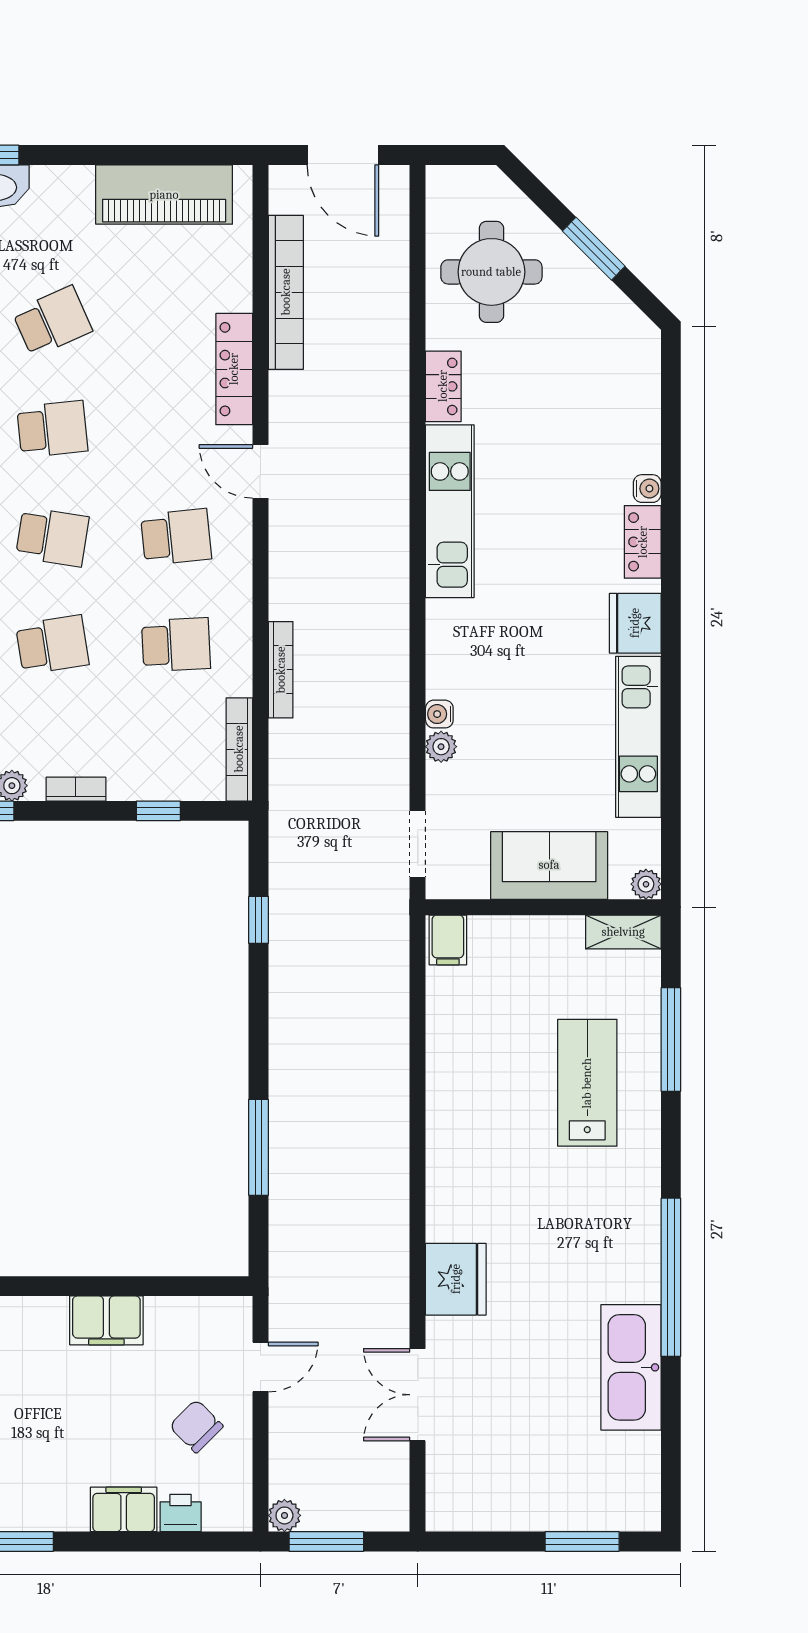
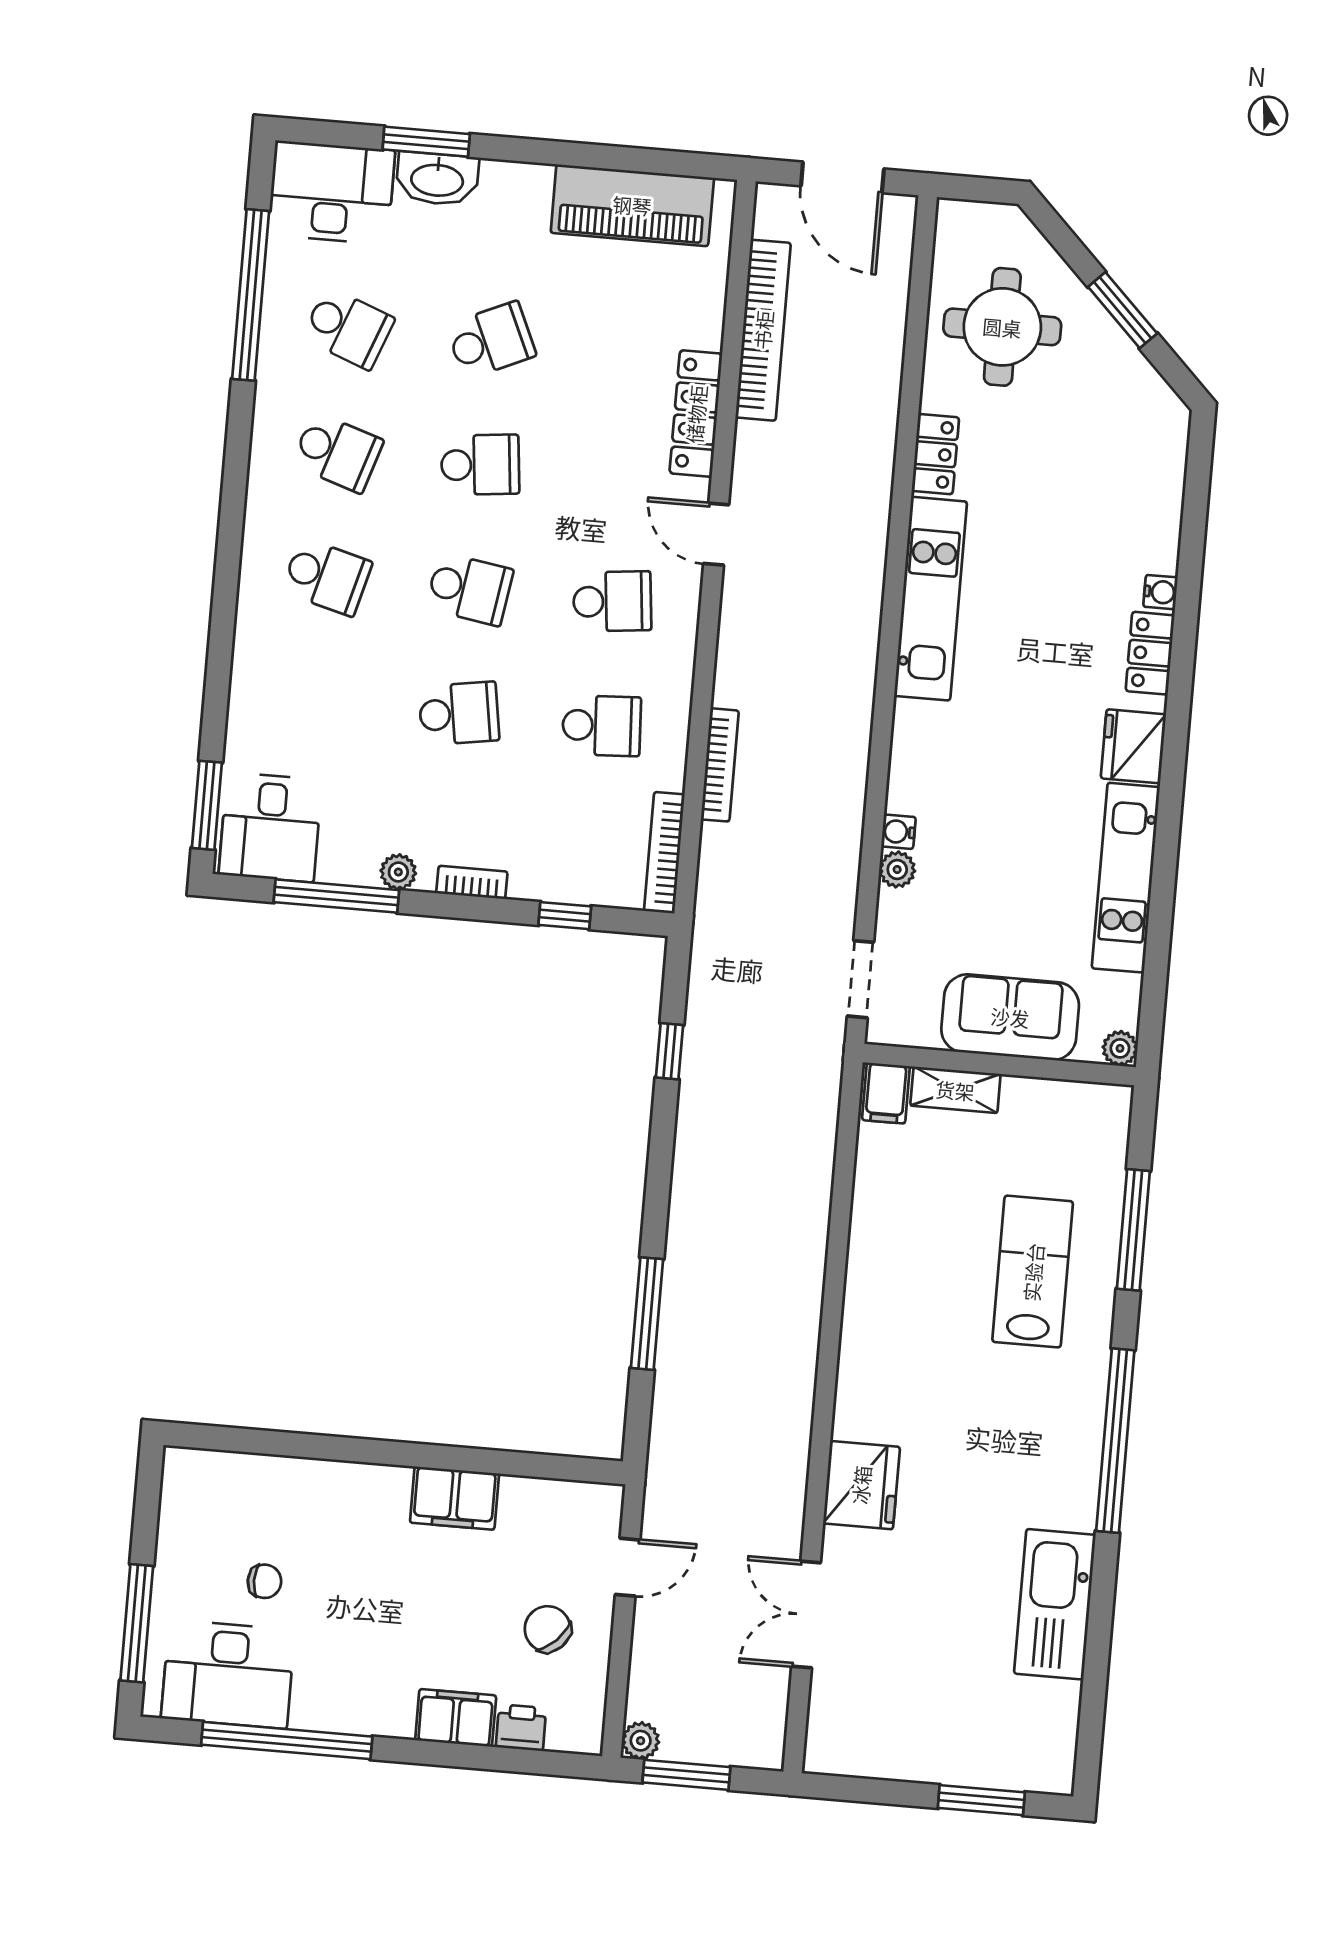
shelving: (623, 932) -> (955, 1090), moved
window: (671, 1277) -> (1115, 1441), moved

